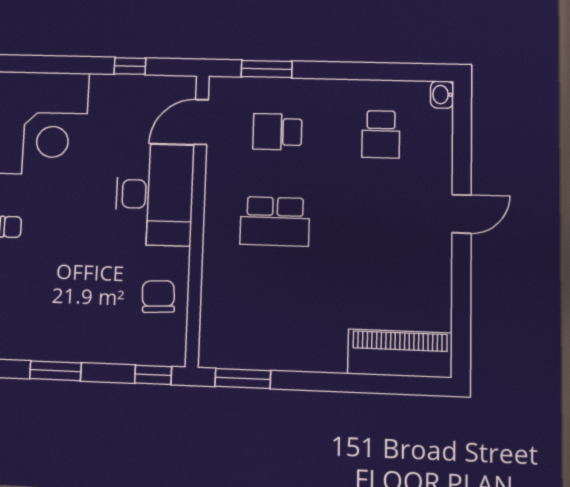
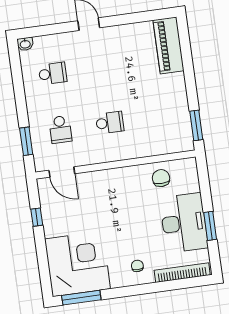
desk: (155, 194) -> (184, 223), moved, turned 90
school desk: (275, 221) -> (110, 123), width x0.54
chair: (158, 297) -> (161, 178), turned 93
window: (153, 375) -> (203, 173), removed

